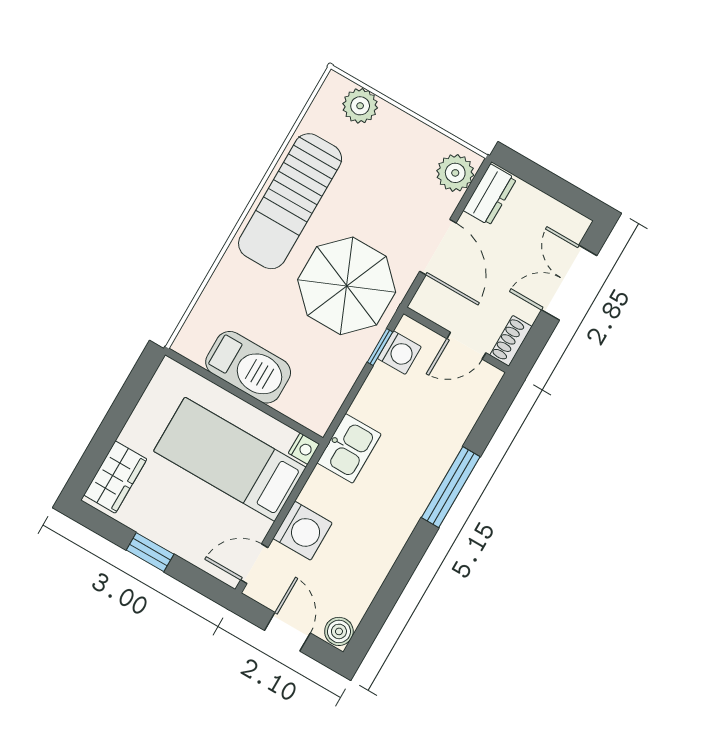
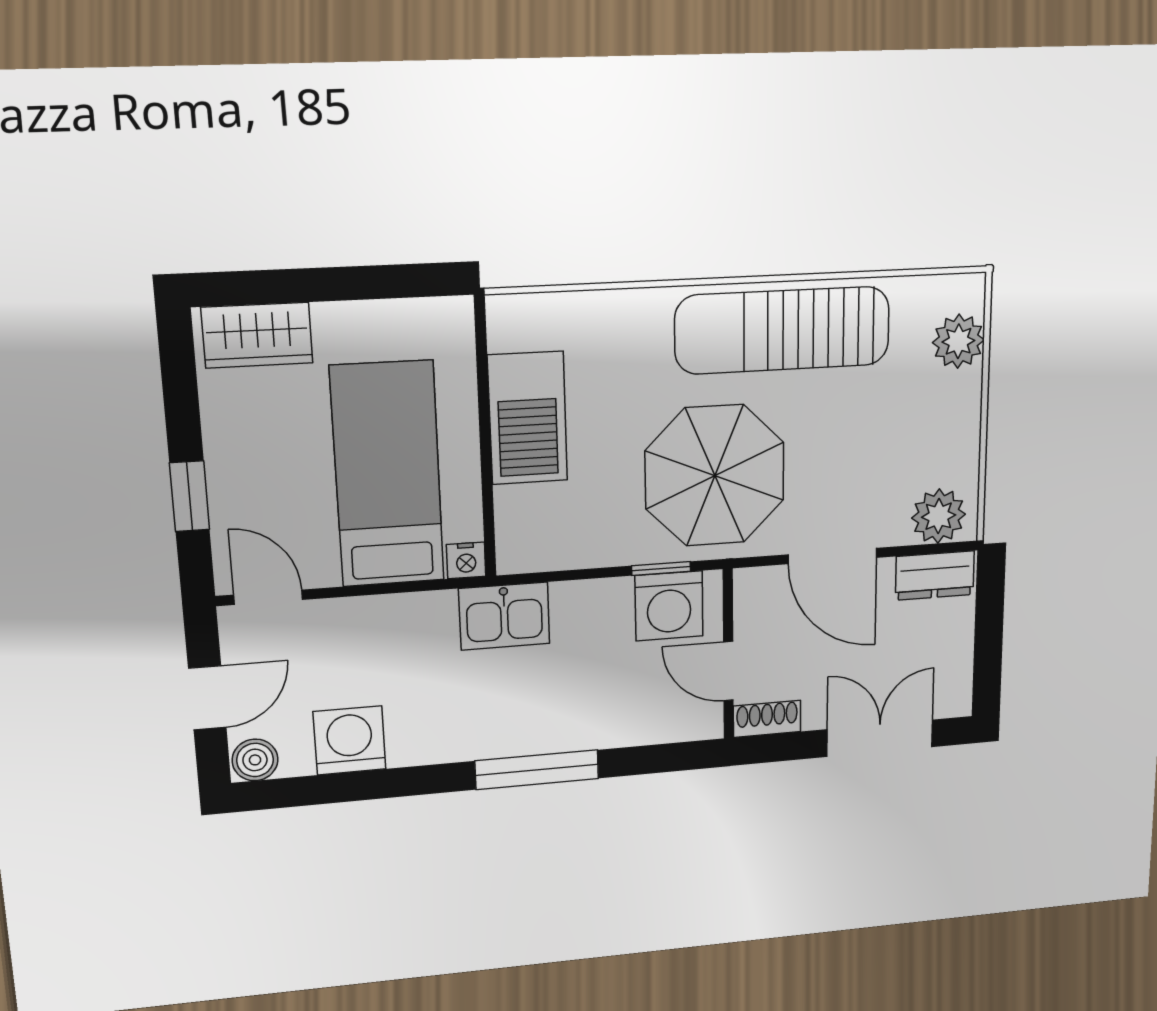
door: (438, 247) -> (832, 556), hinge flipped
washing machine: (399, 353) -> (669, 606), width x1.38, depth x1.38
washing machine: (303, 531) -> (350, 740), moved, turned 180
window: (150, 552) -> (190, 496), moved

